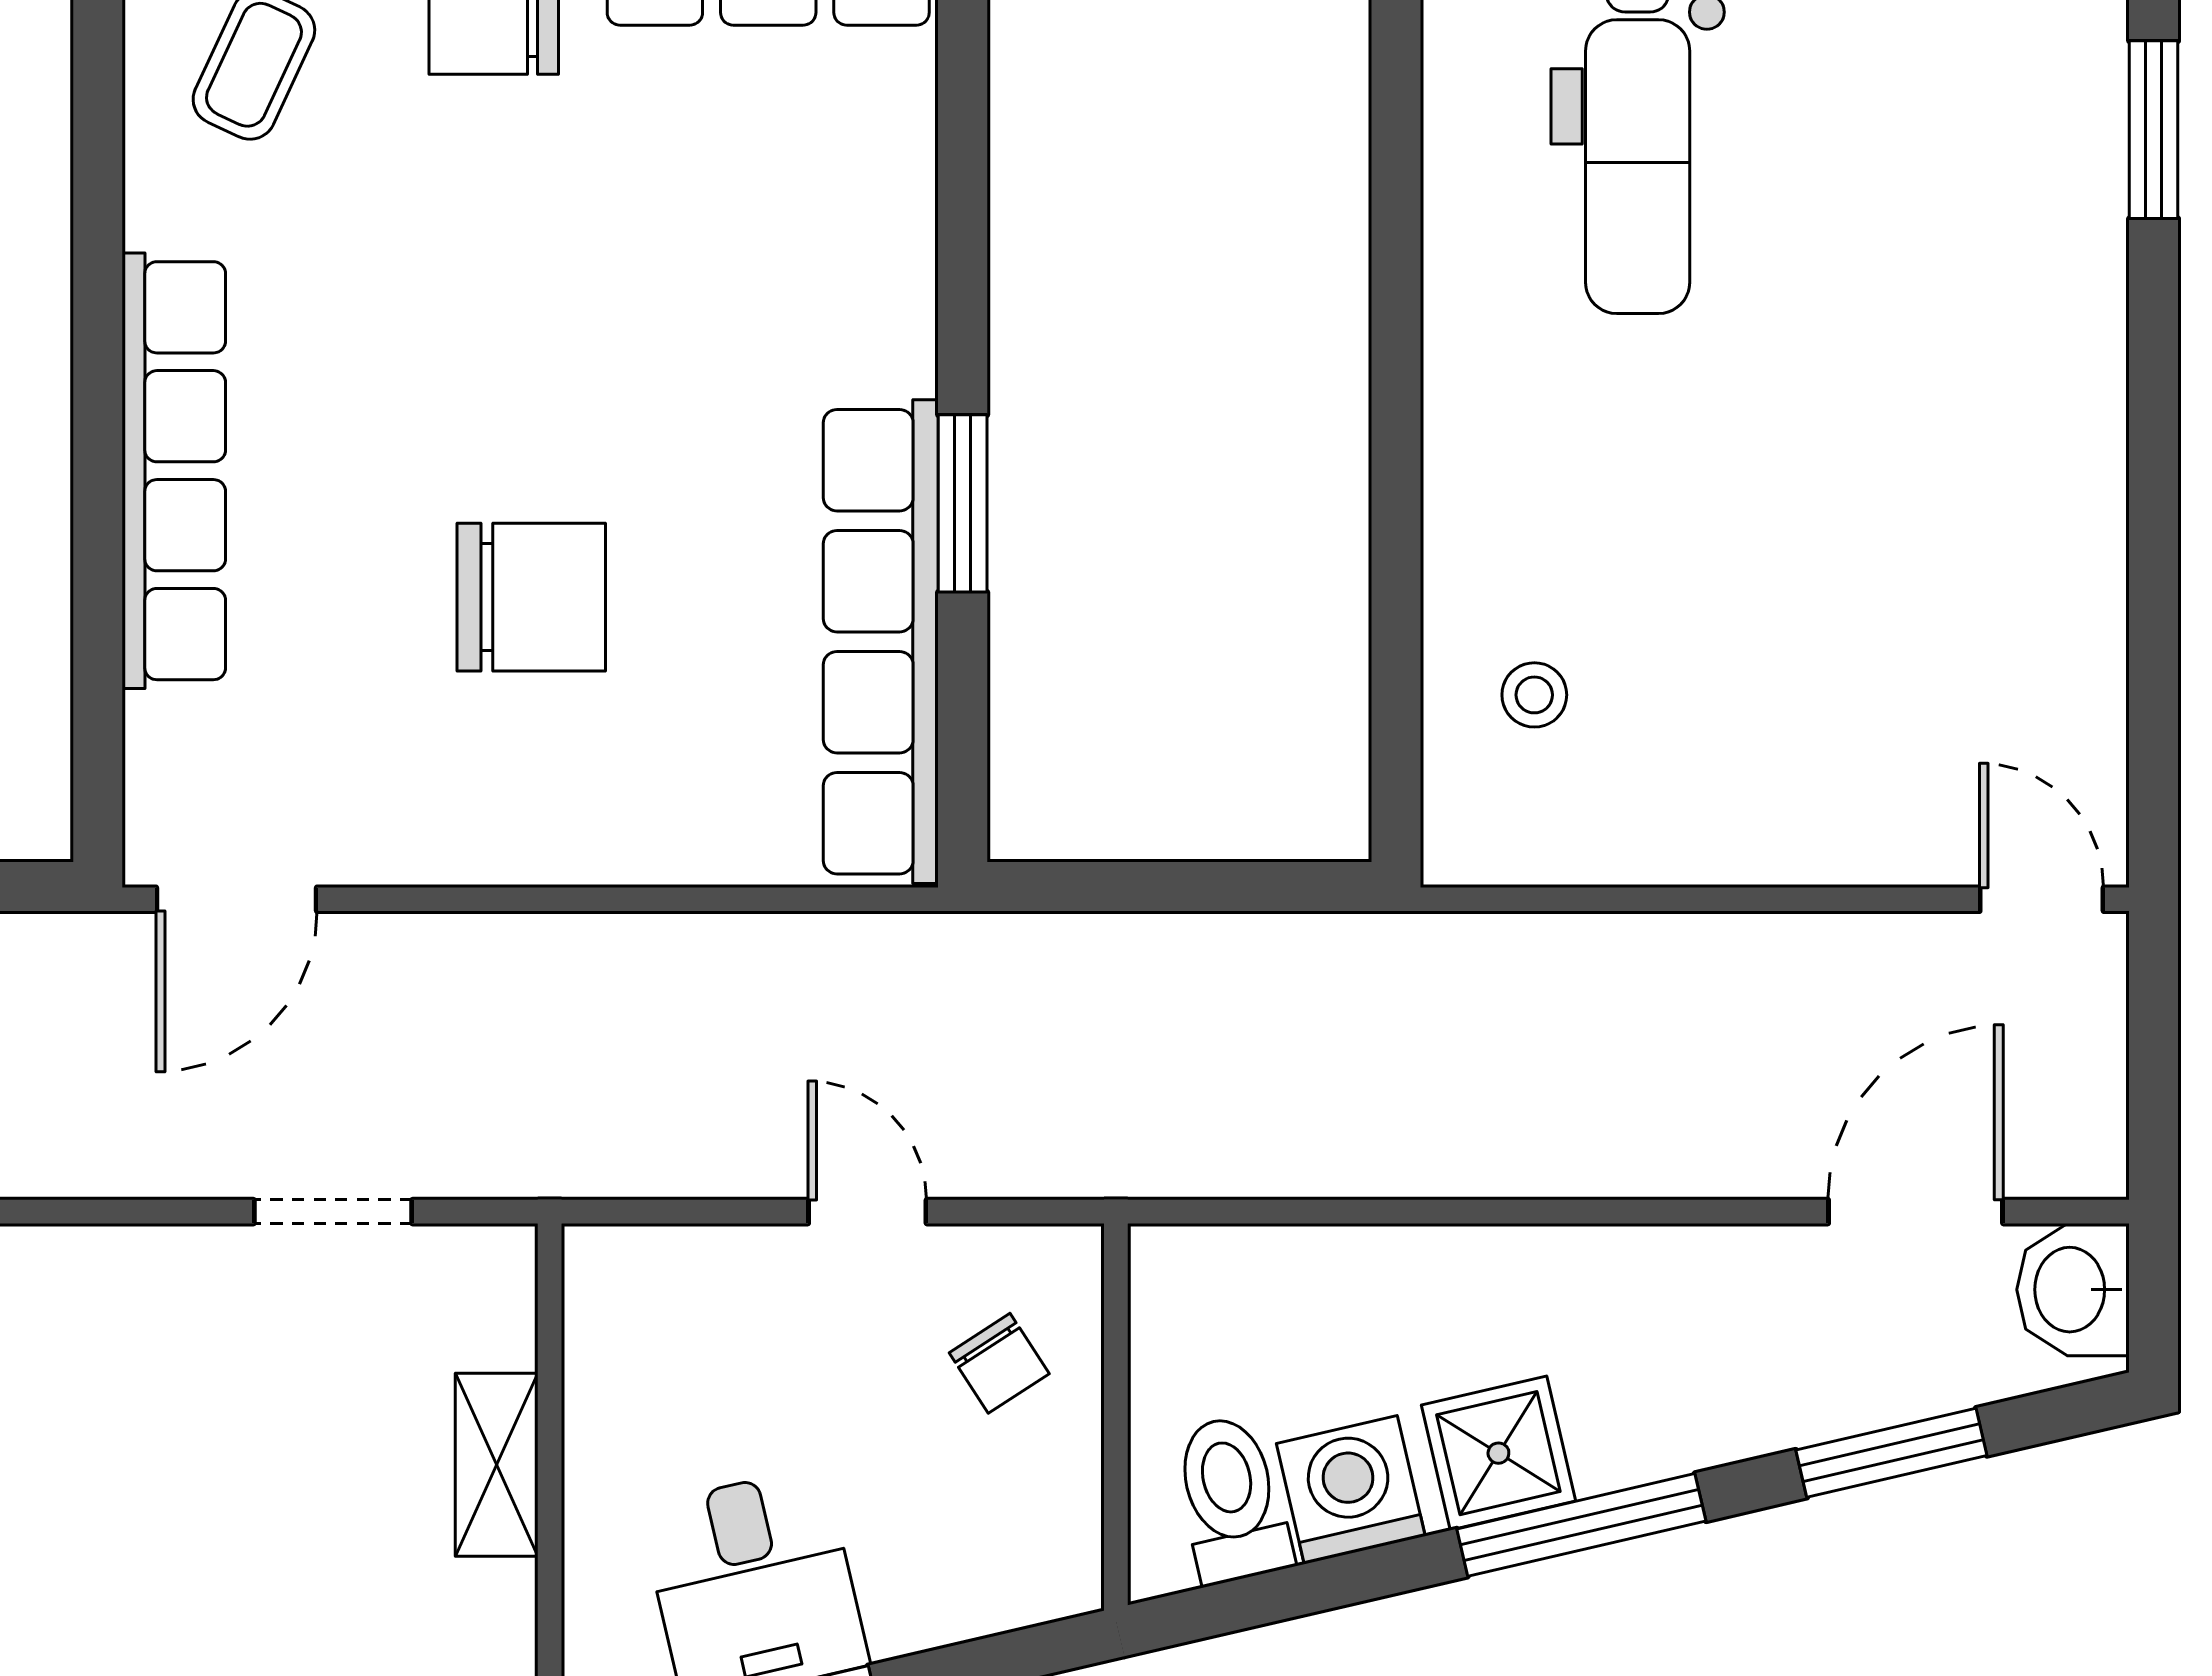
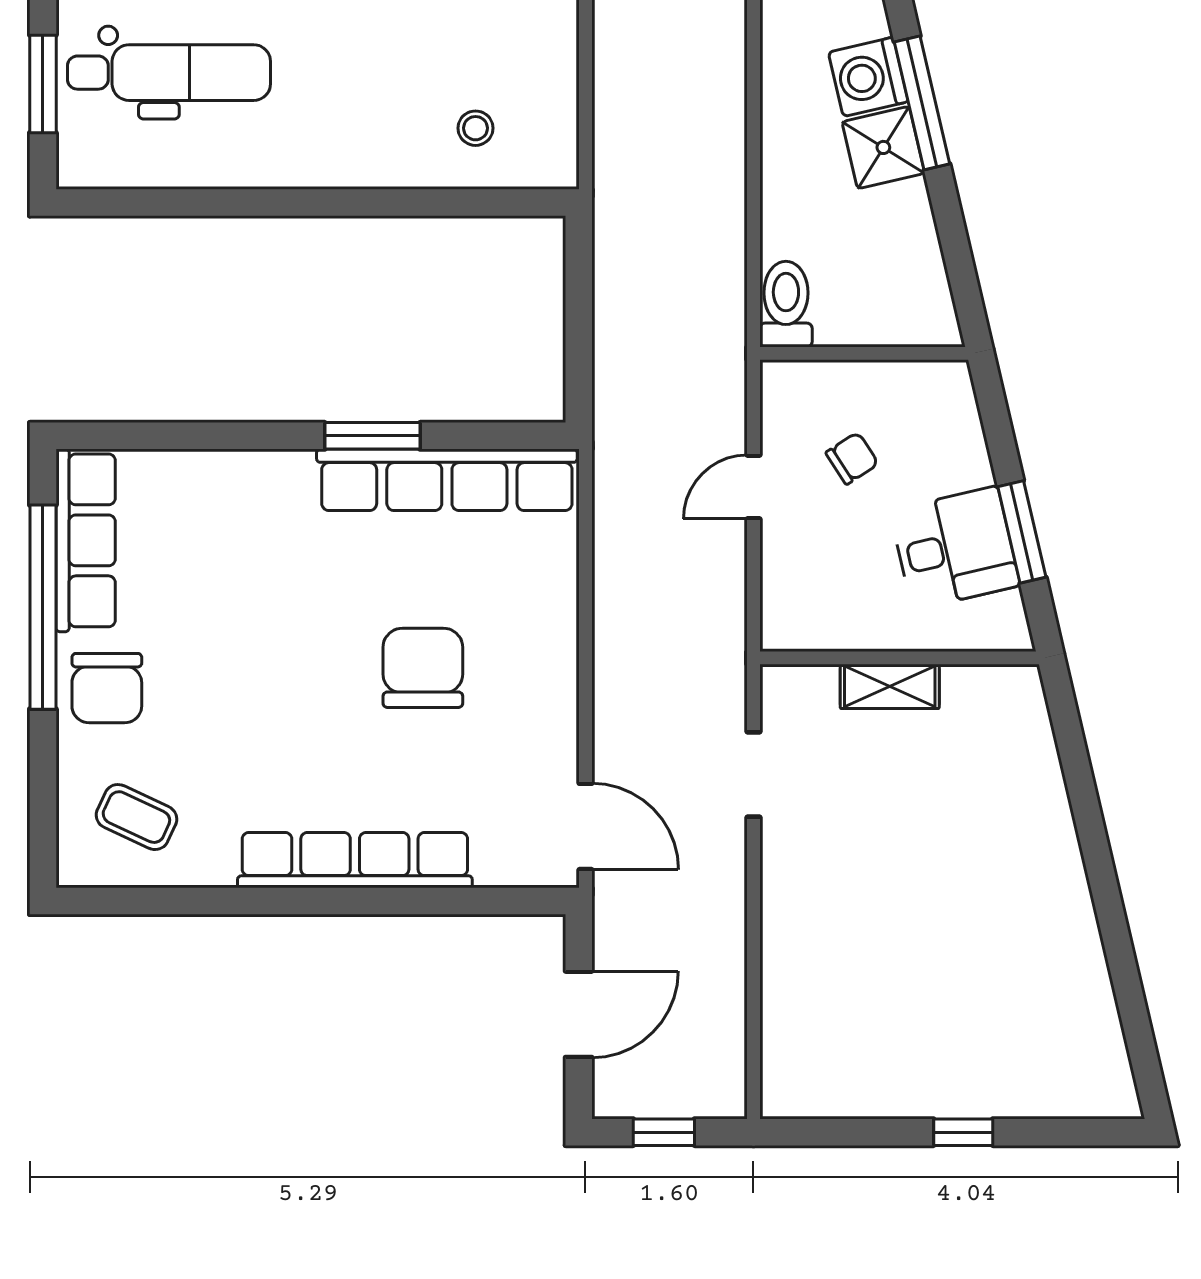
chair: (999, 1363) -> (852, 458), moved
washing machine: (1351, 1490) -> (868, 77), moved
toilet: (1232, 1499) -> (786, 304), moved, turned 103

